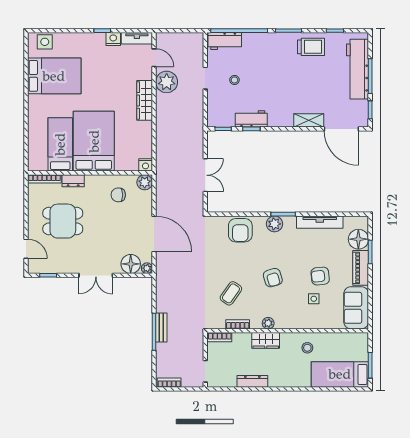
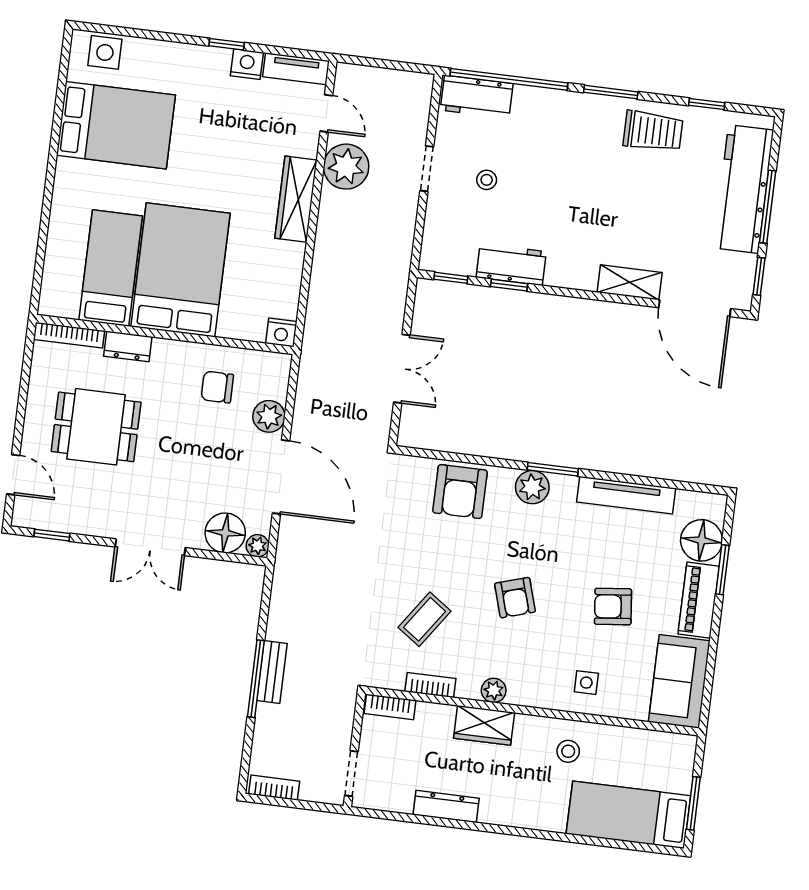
plant: (145, 182) -> (269, 416), moved
side table: (314, 299) -> (586, 683), moved

